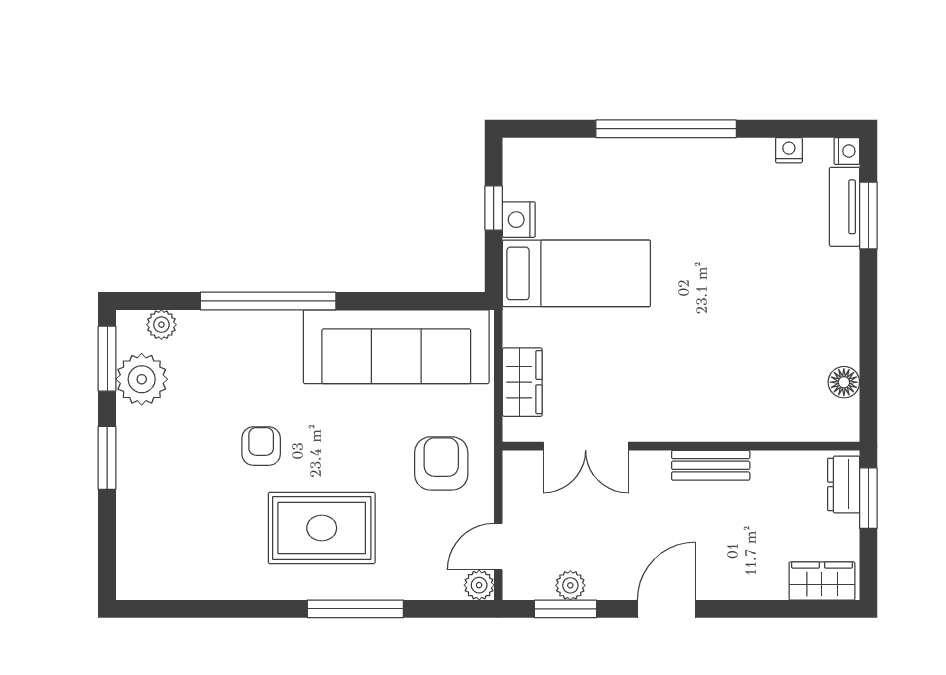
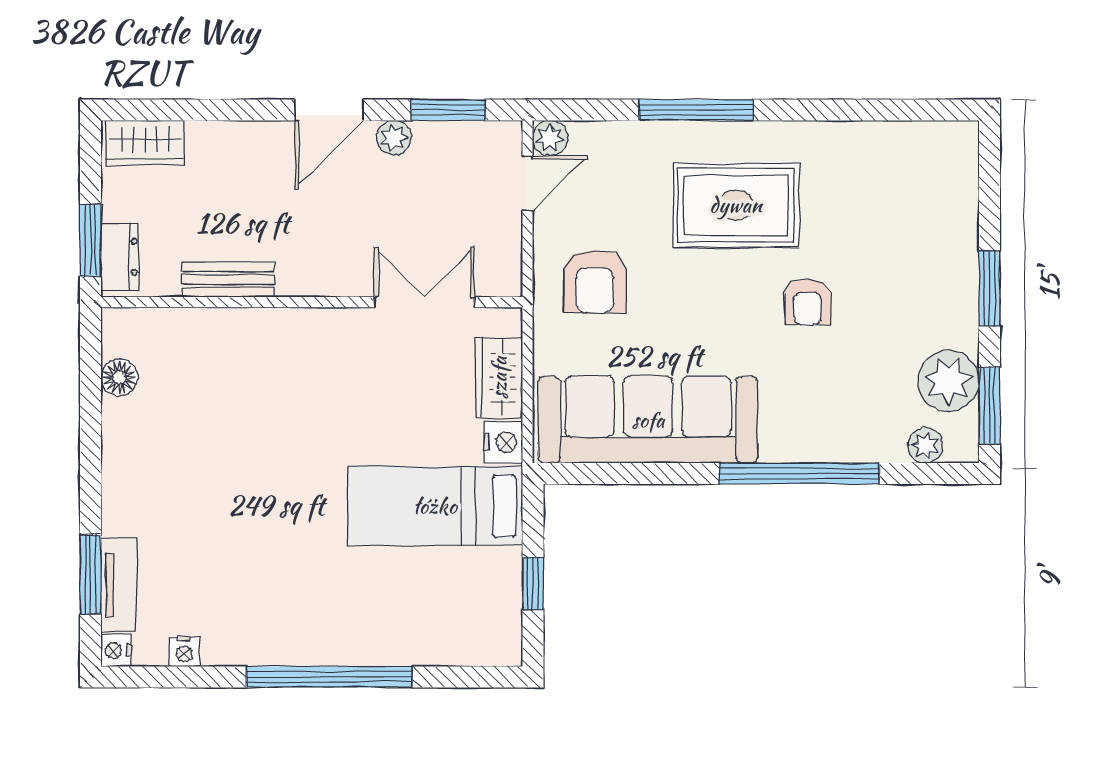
nightstand: (519, 220) -> (503, 442), moved
bench: (711, 465) -> (228, 279), moved
plant: (570, 585) -> (394, 138), moved

